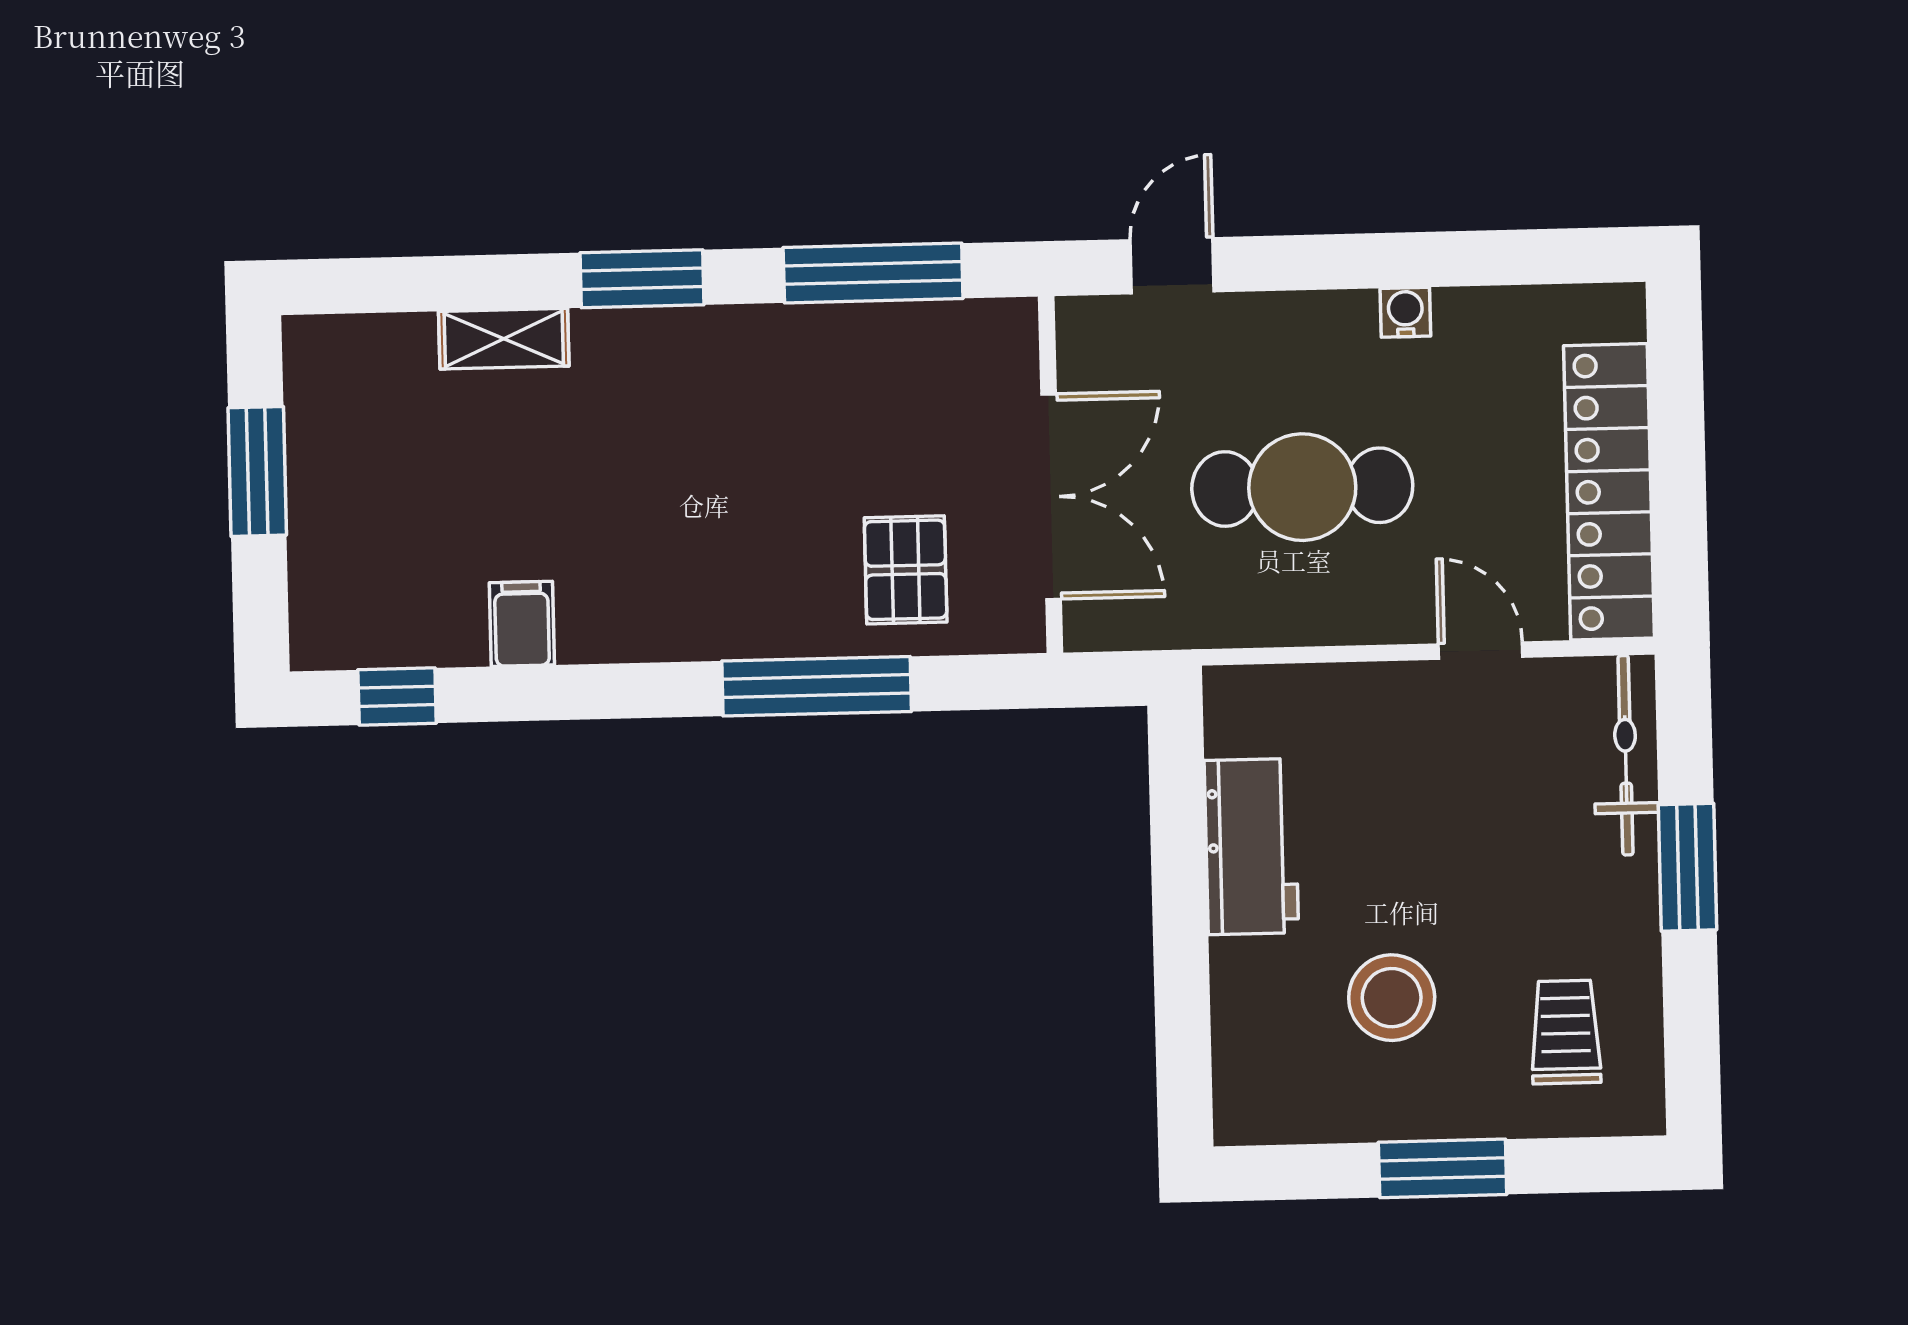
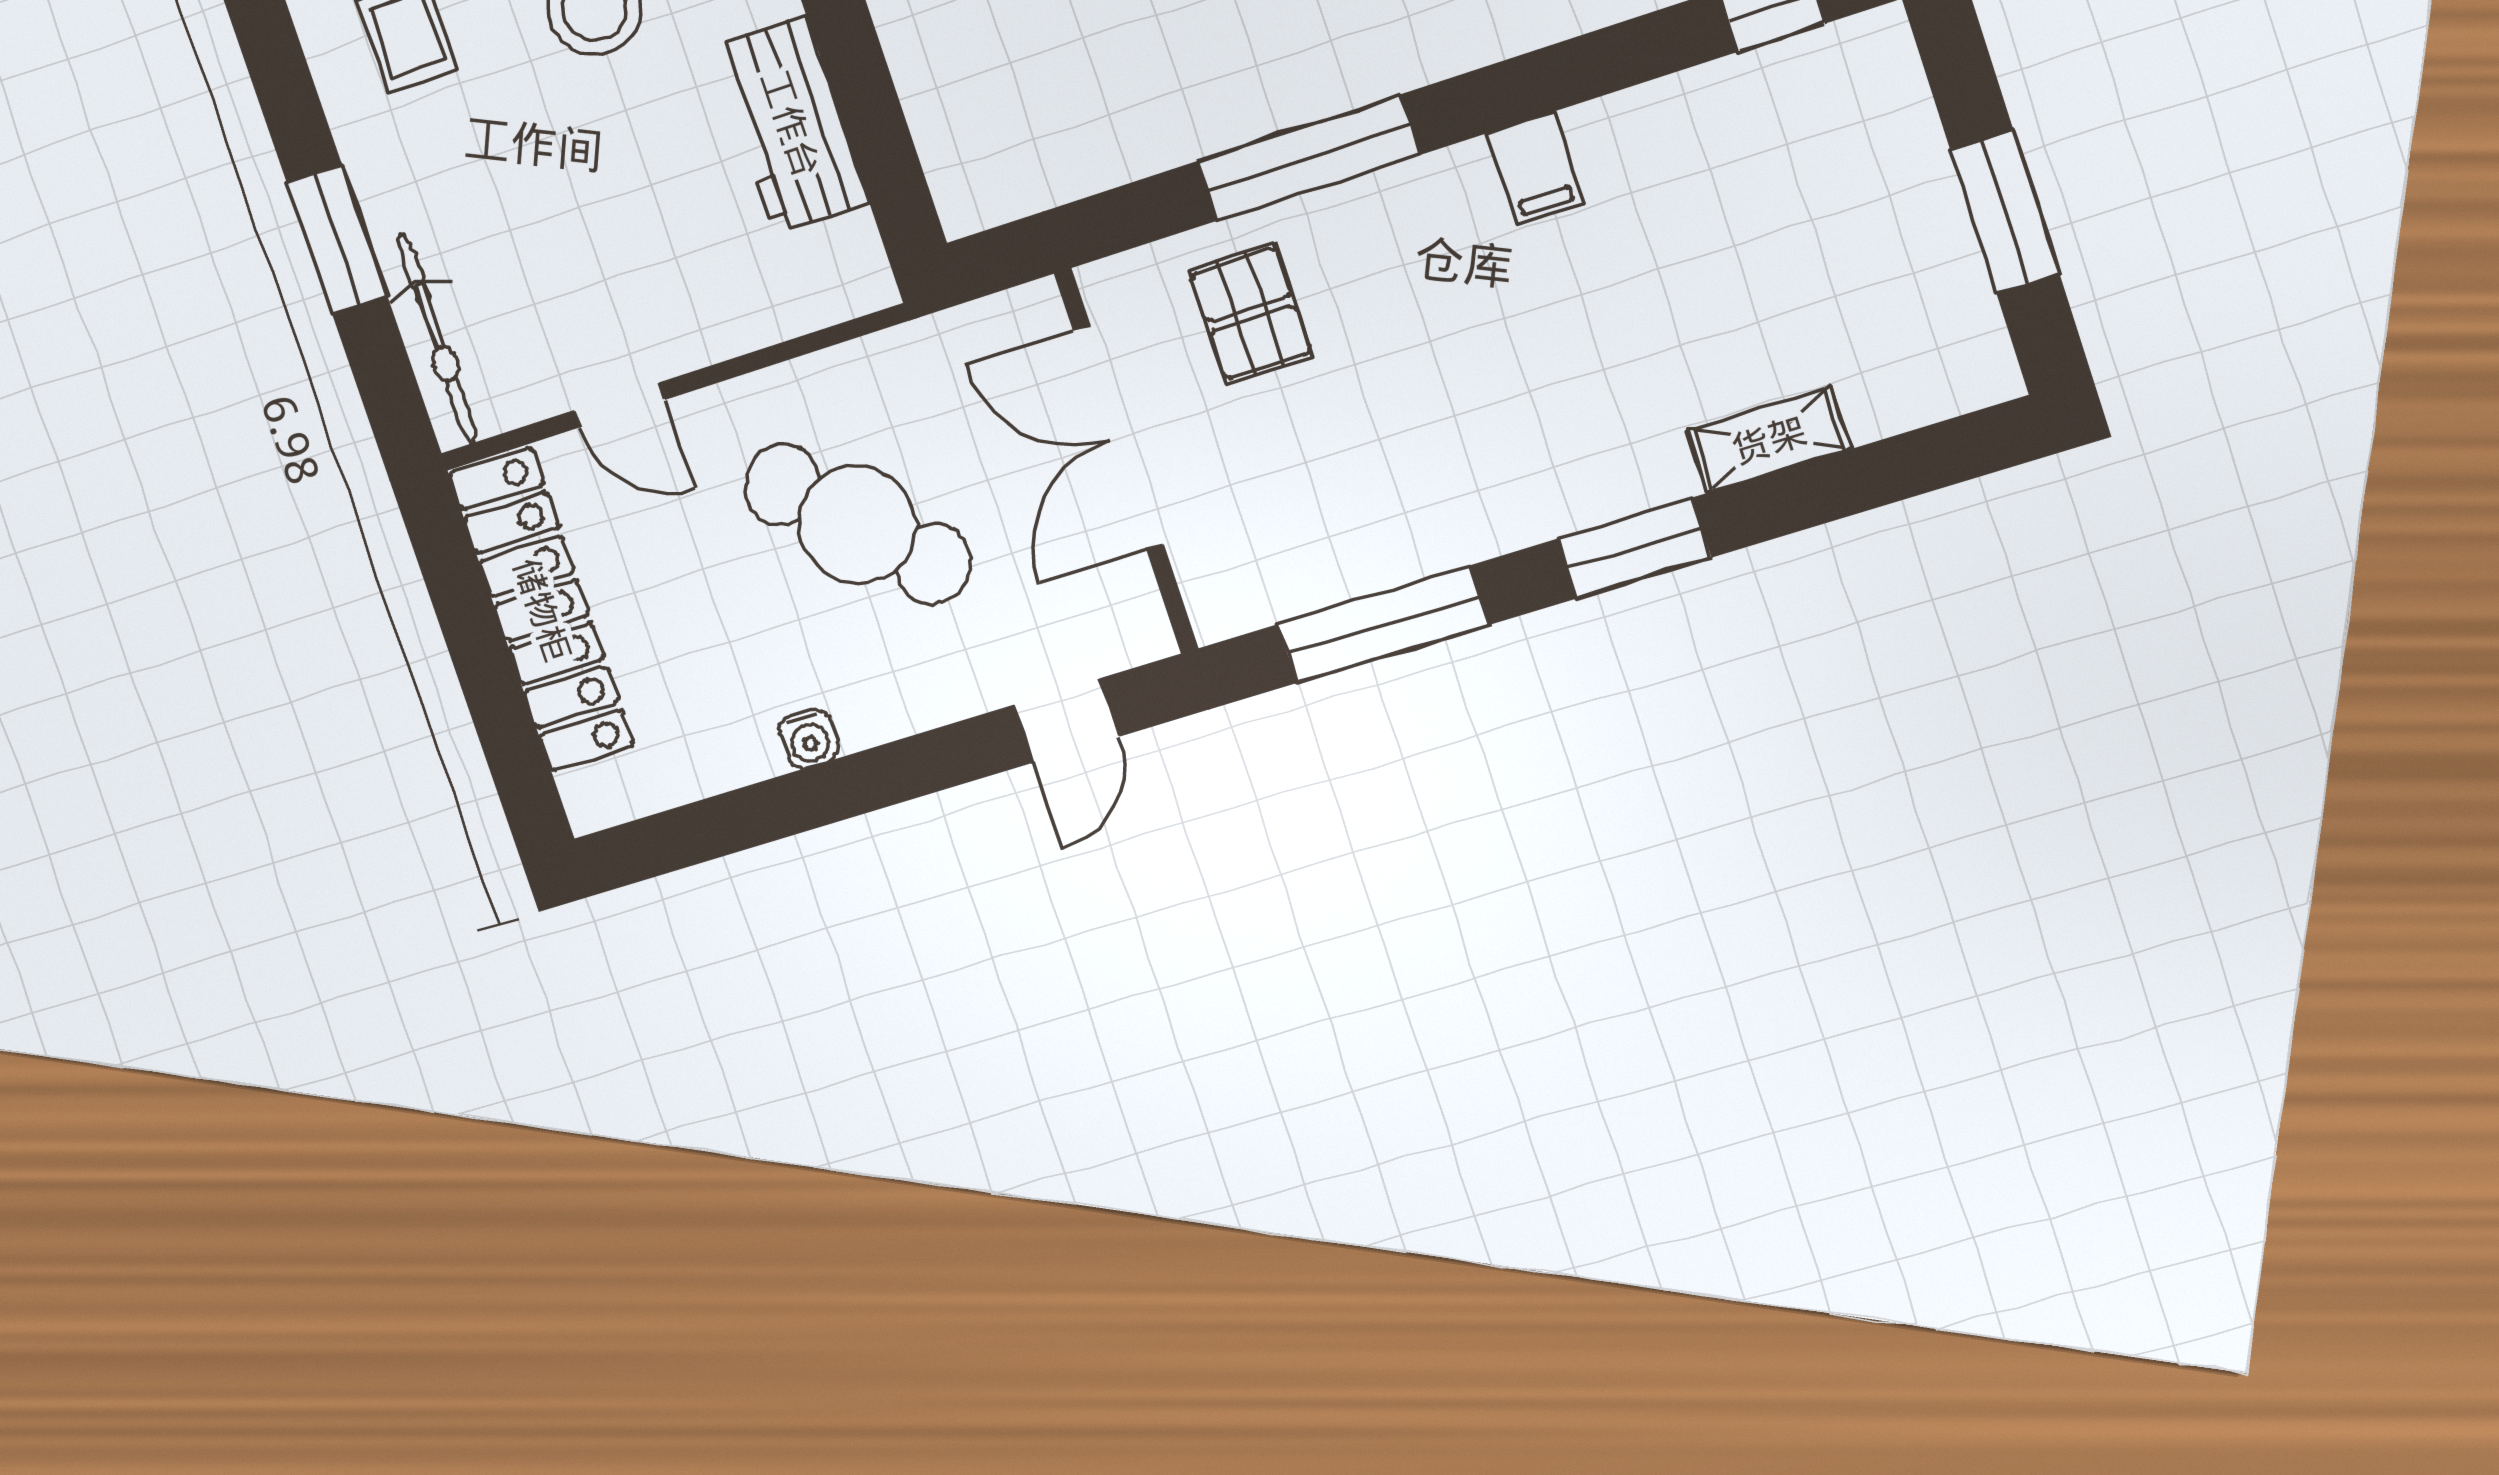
cafe table: (1302, 487) -> (858, 524), turned 45
filing cabinet: (522, 624) -> (1536, 168), moved

